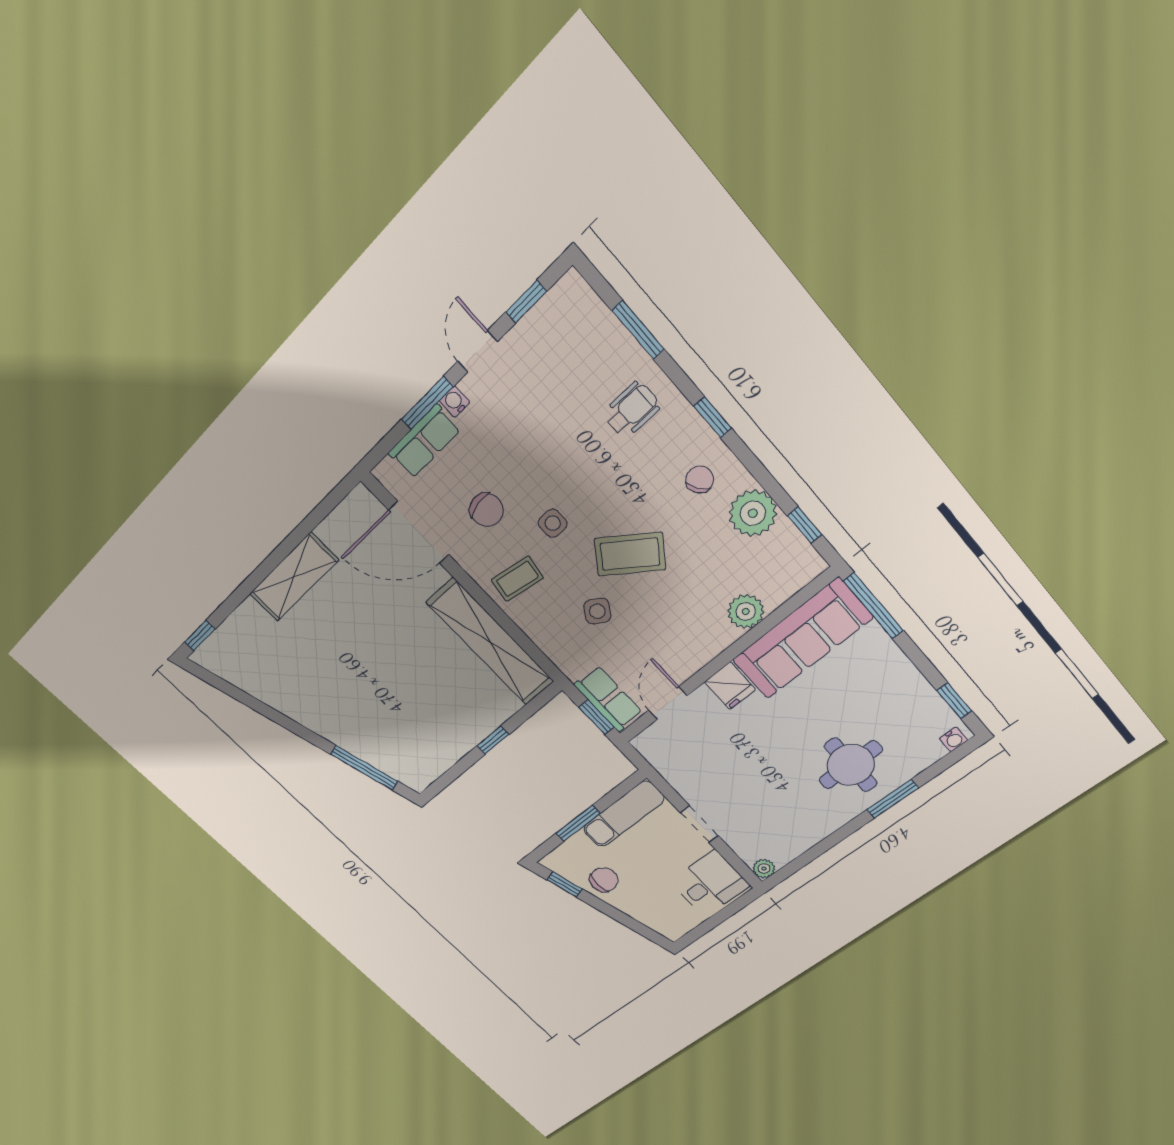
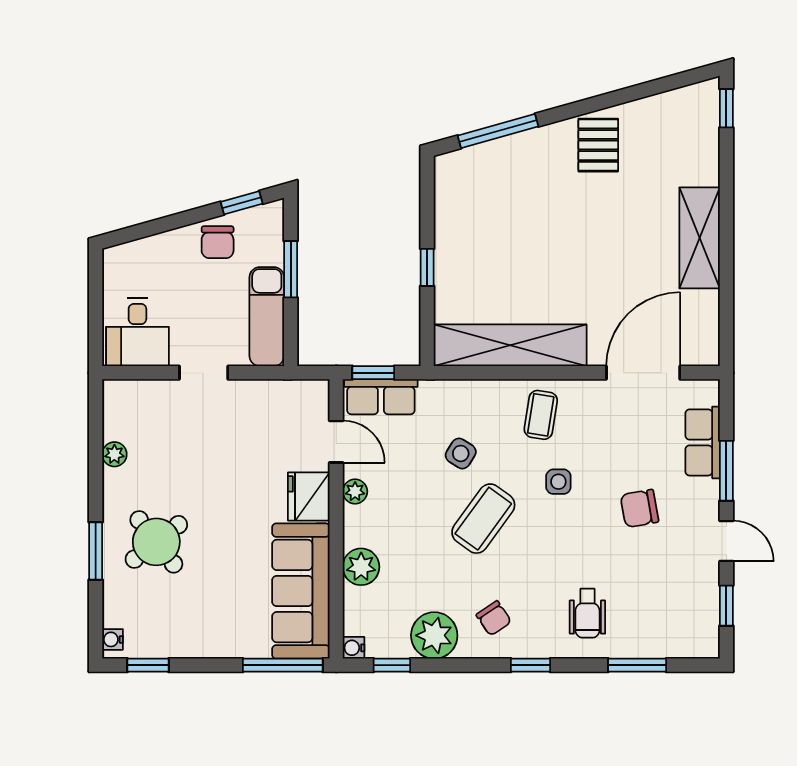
water cooler: (455, 402) -> (354, 648), moved, turned 180
chair: (486, 510) -> (639, 508), moved
plant: (693, 661) -> (355, 491), added
fridge: (730, 686) -> (309, 496), width x1.38
pallet: (307, 698) -> (598, 145), added
round table: (851, 765) -> (156, 542), turned -38
plant: (764, 869) -> (114, 454), moved

